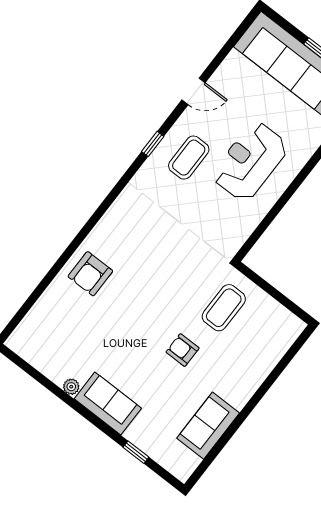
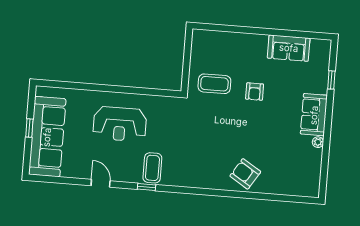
coffee table: (189, 158) -> (152, 168), moved, turned 90
armchair: (90, 274) -> (245, 174), turned -148

